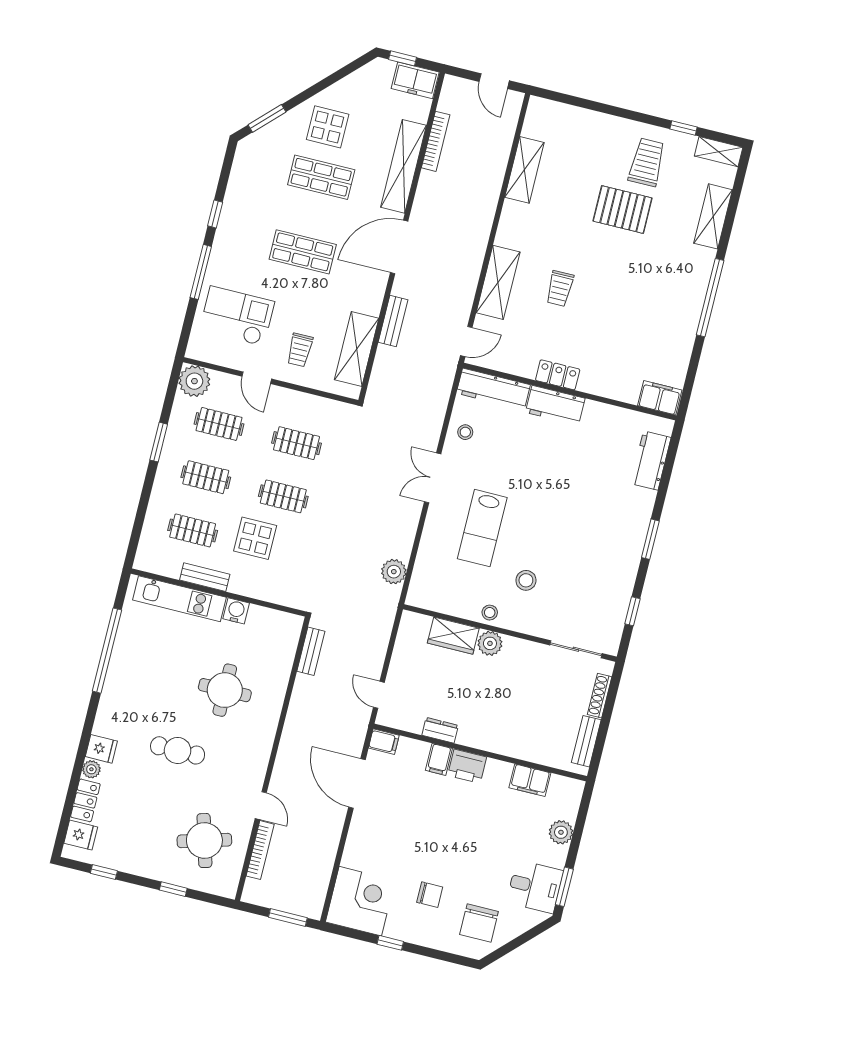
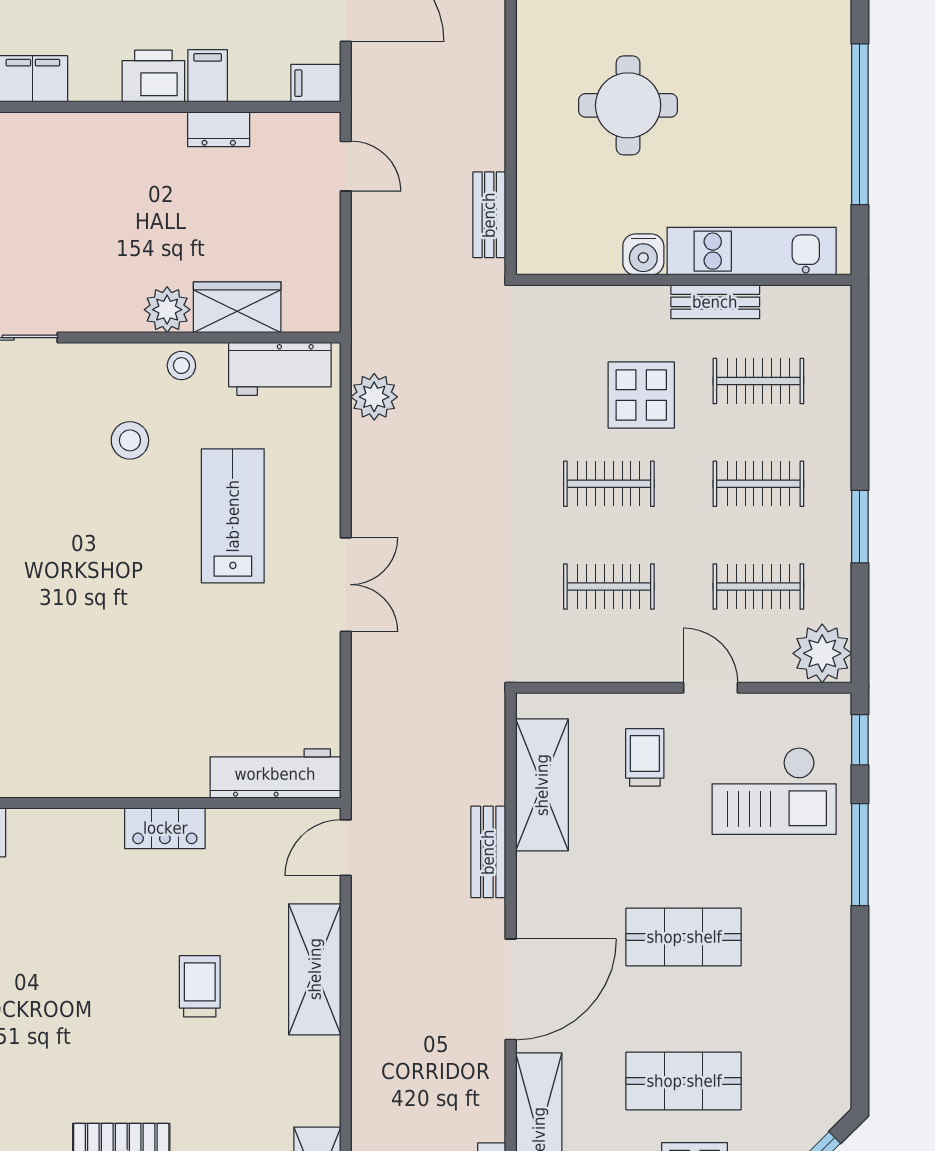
window: (215, 214) -> (860, 740), moved
workbench: (555, 405) -> (280, 369), moved, turned 180
stool: (465, 432) -> (307, 683), removed

